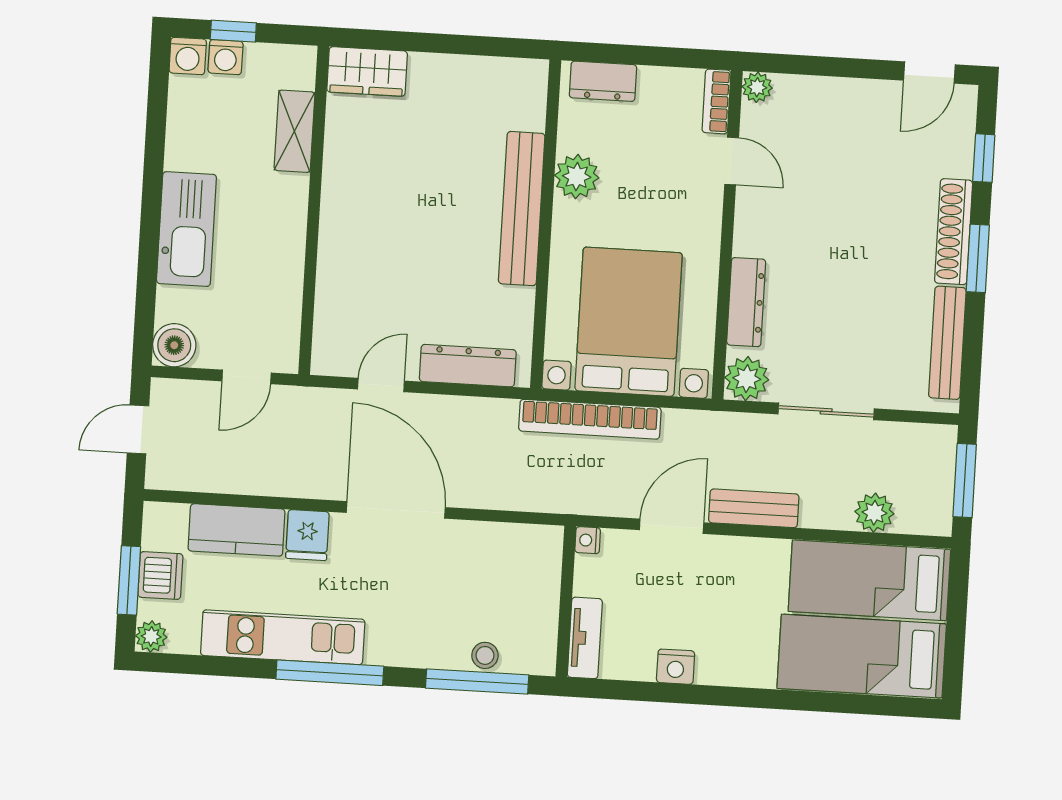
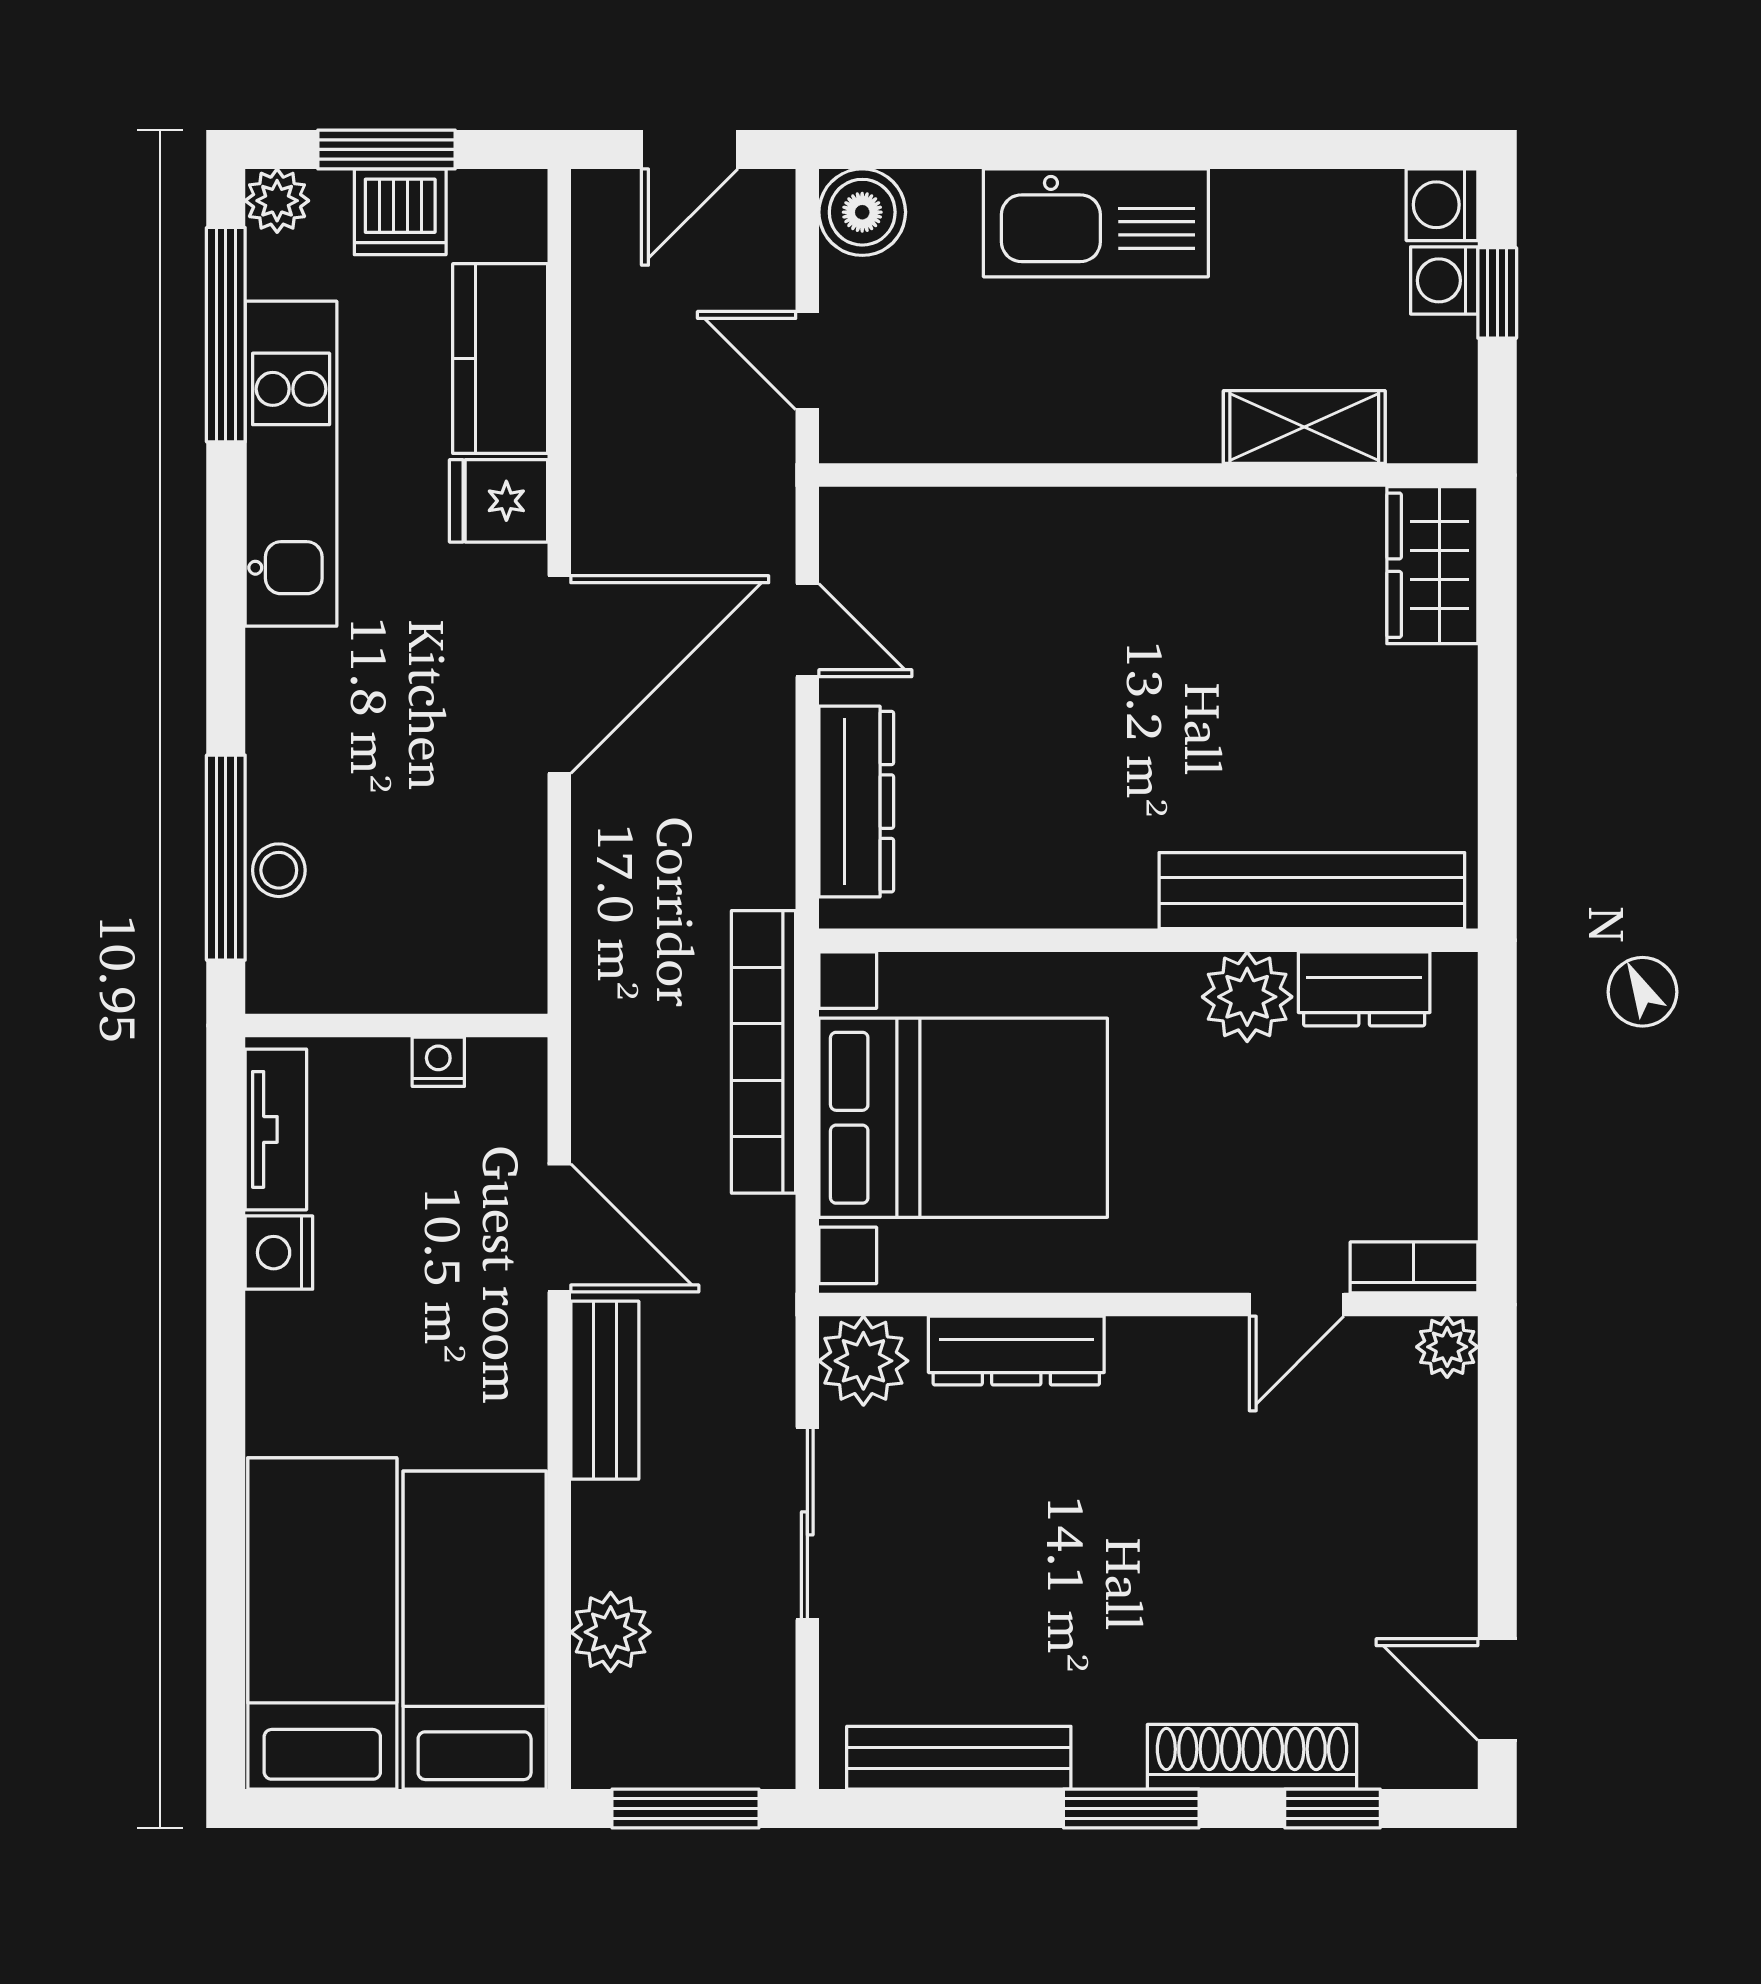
dresser: (603, 81) -> (1364, 989), moved, turned -90
bench: (522, 209) -> (1312, 891), moved
shoe rack: (954, 232) -> (1252, 1757), moved
door: (138, 429) -> (690, 149), swing flipped
nightstand: (588, 540) -> (438, 1062), moved
tv unit: (585, 638) -> (276, 1129), moved, turned -90
window: (330, 673) -> (226, 335), moved

